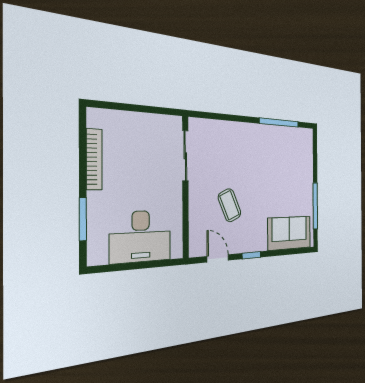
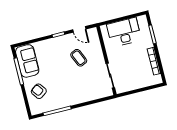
armchair: (297, 165) -> (39, 91), added
sofa: (289, 233) -> (27, 61), moved, turned -90

